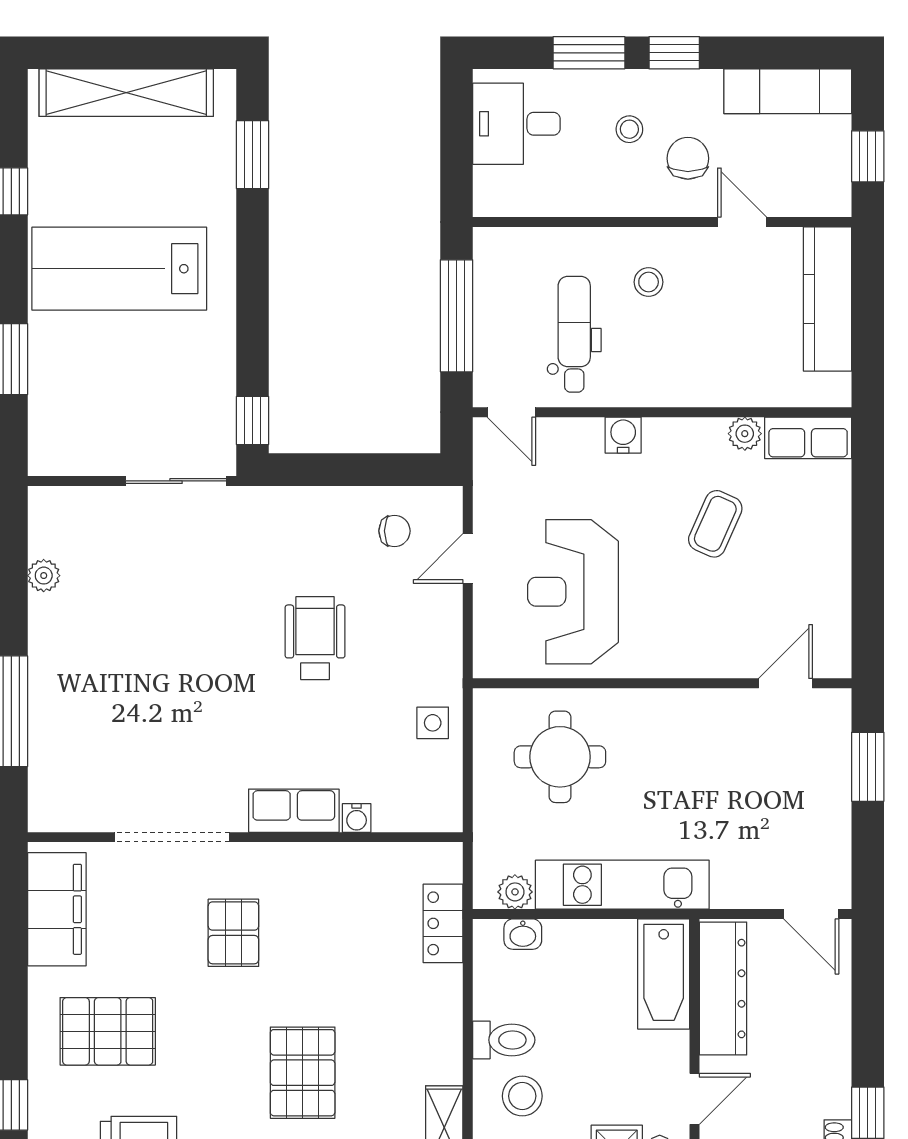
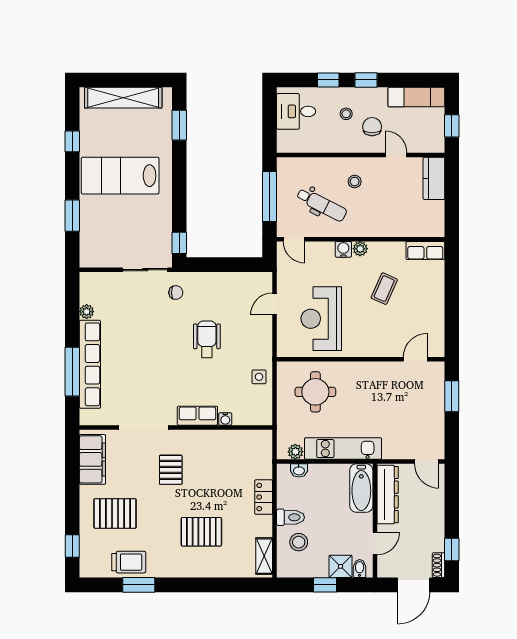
window: (589, 53) -> (328, 80), width x0.67
kitchen counter: (827, 299) -> (434, 178), width x0.67
dental chair: (574, 334) -> (322, 205), turned 117
plant: (745, 434) -> (360, 249), moved
chair: (394, 531) -> (176, 293), moved
row of seats: (51, 695) -> (90, 364), added
locker: (443, 923) -> (264, 497), moved
pallet: (303, 1073) -> (201, 532), turned 90

